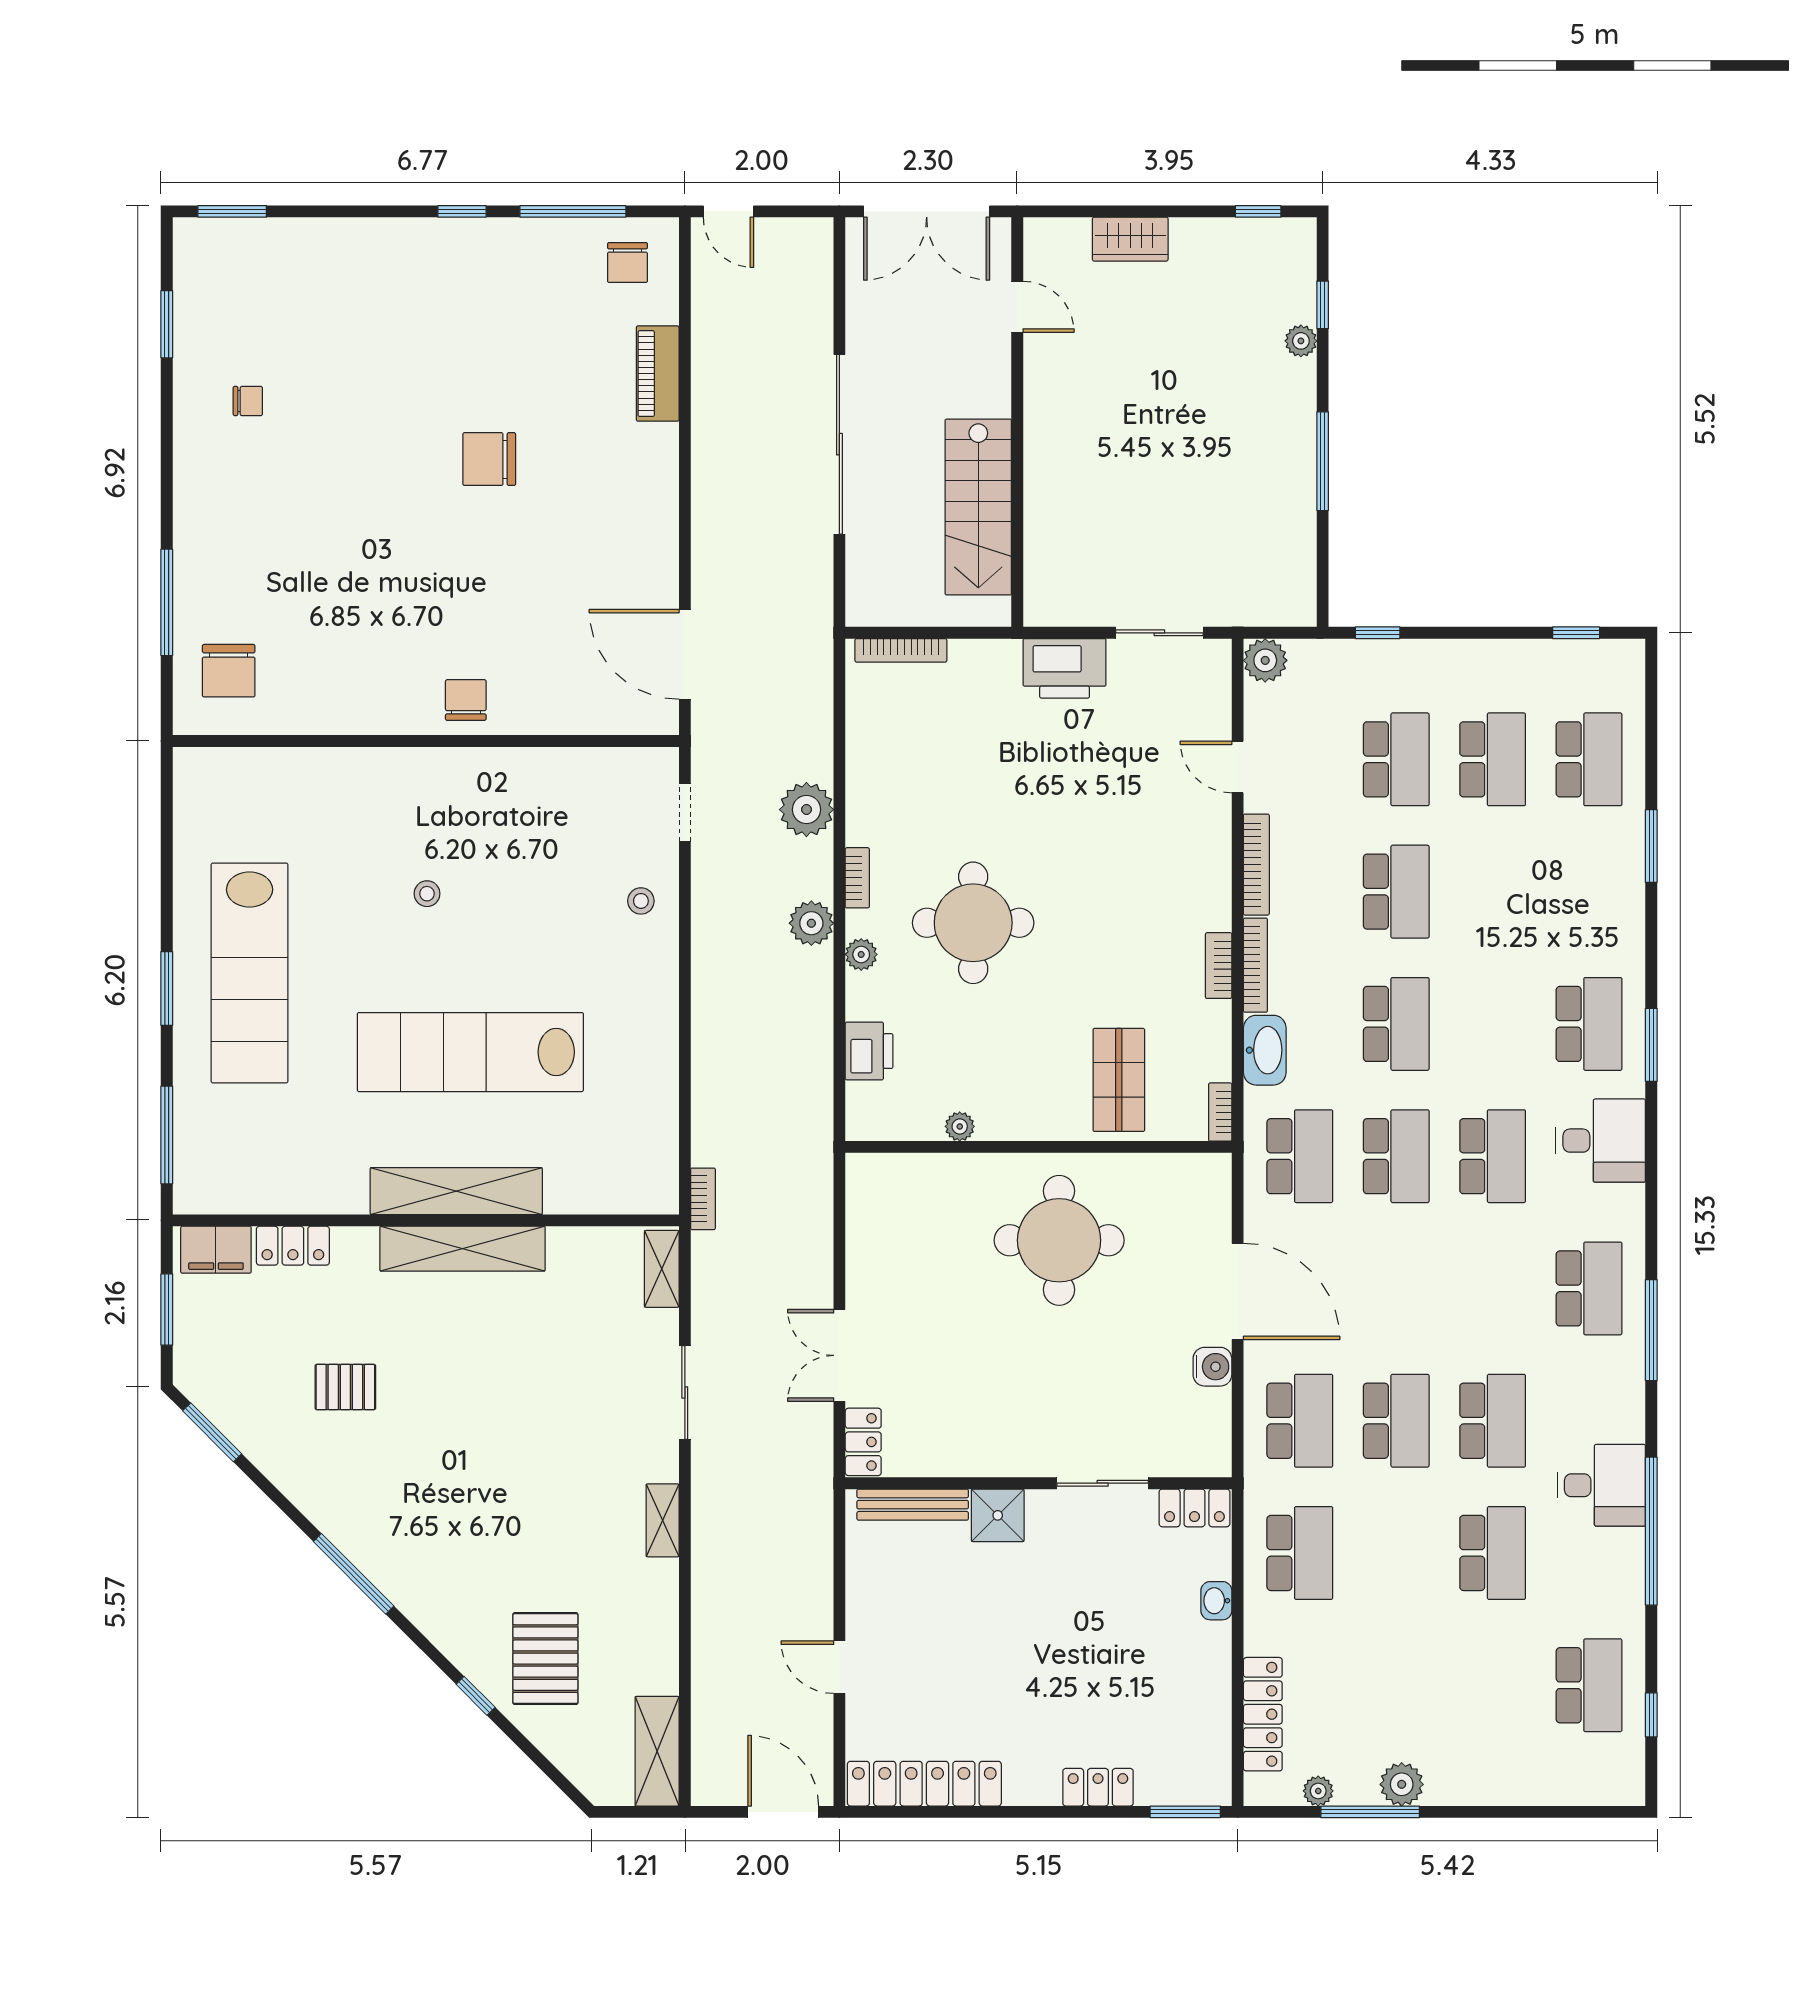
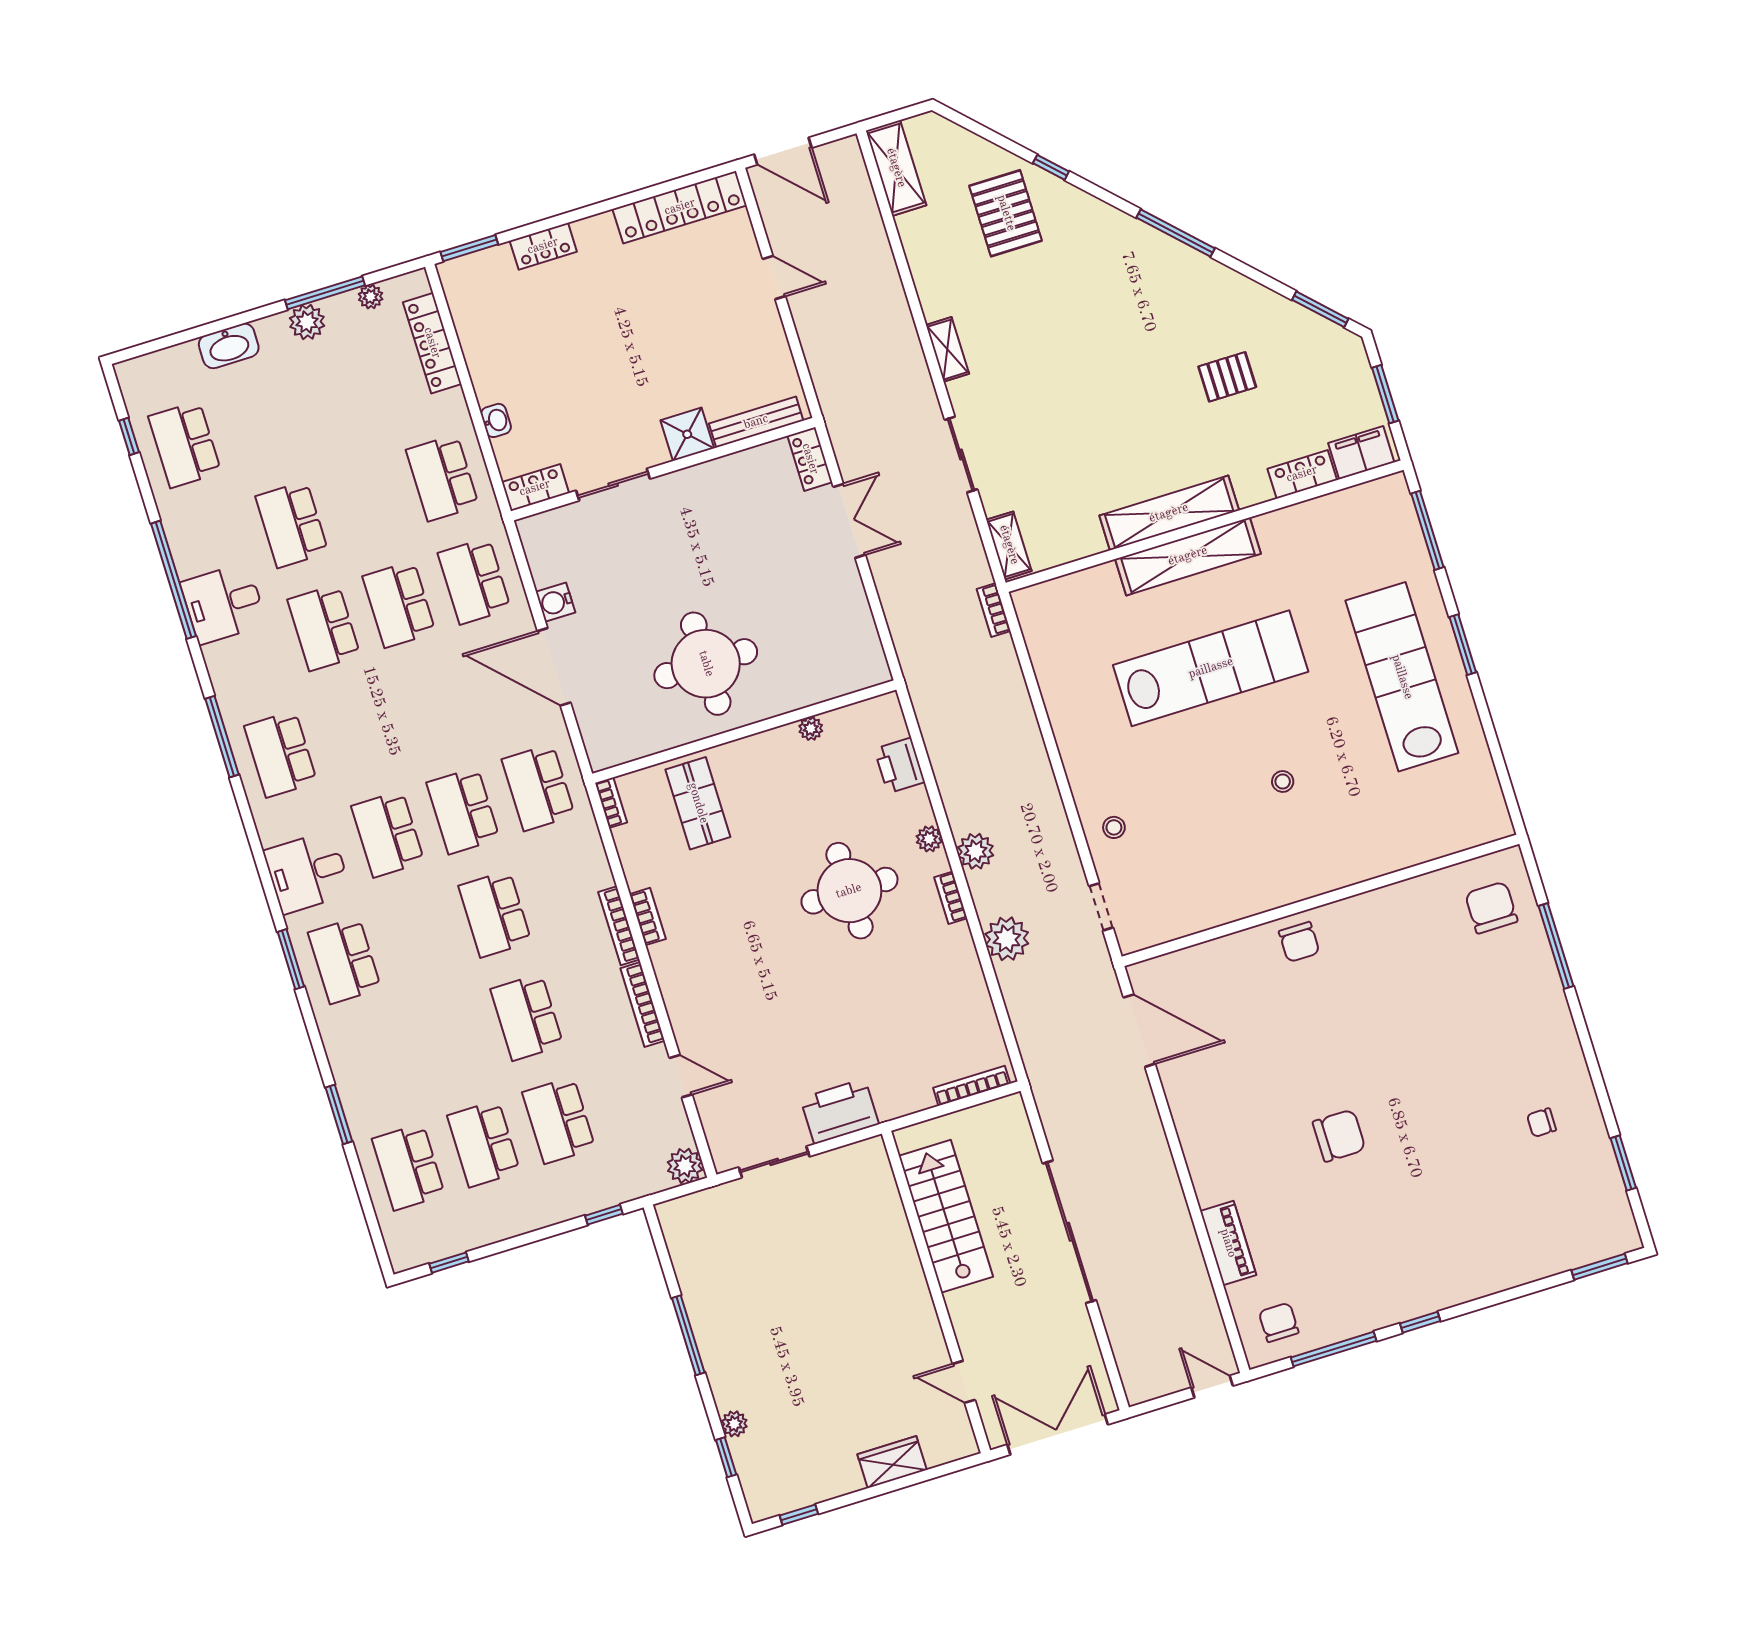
washbasin: (1265, 1050) -> (229, 346), moved, turned -90

